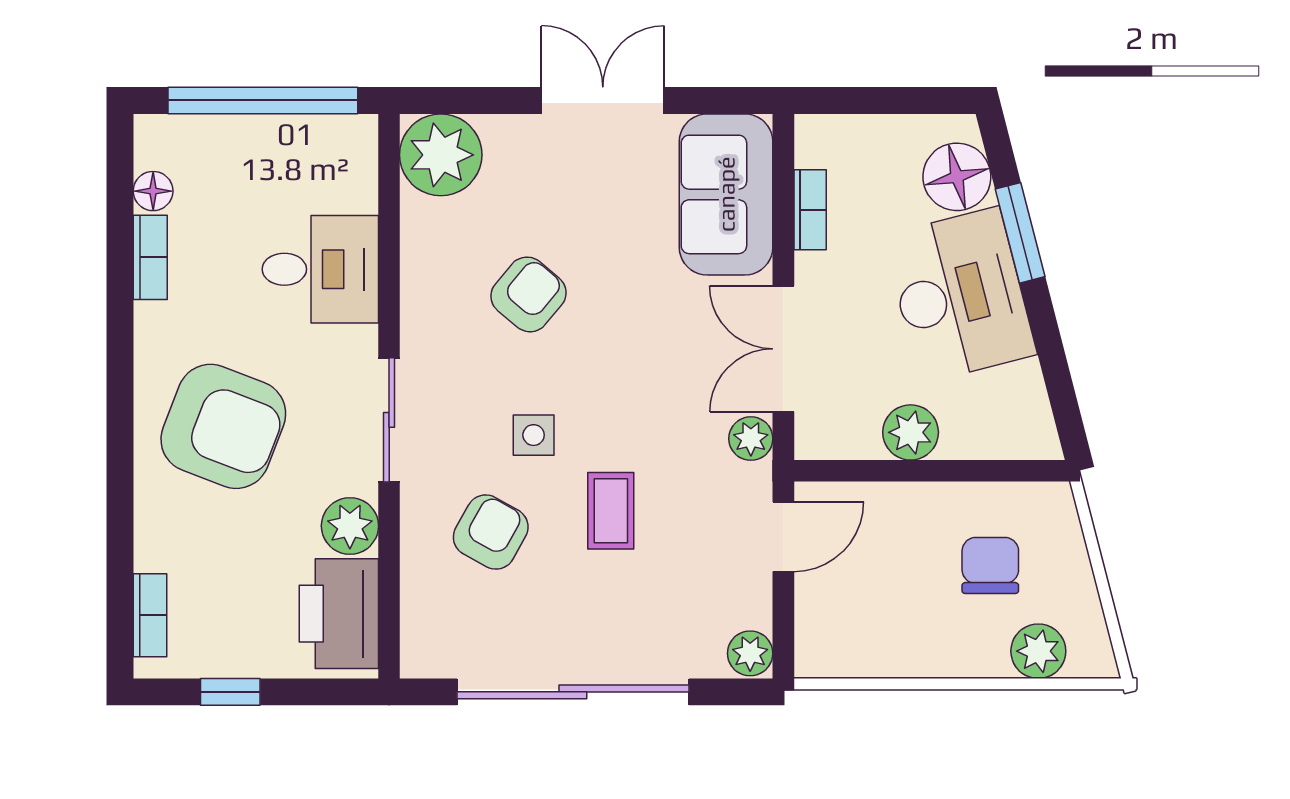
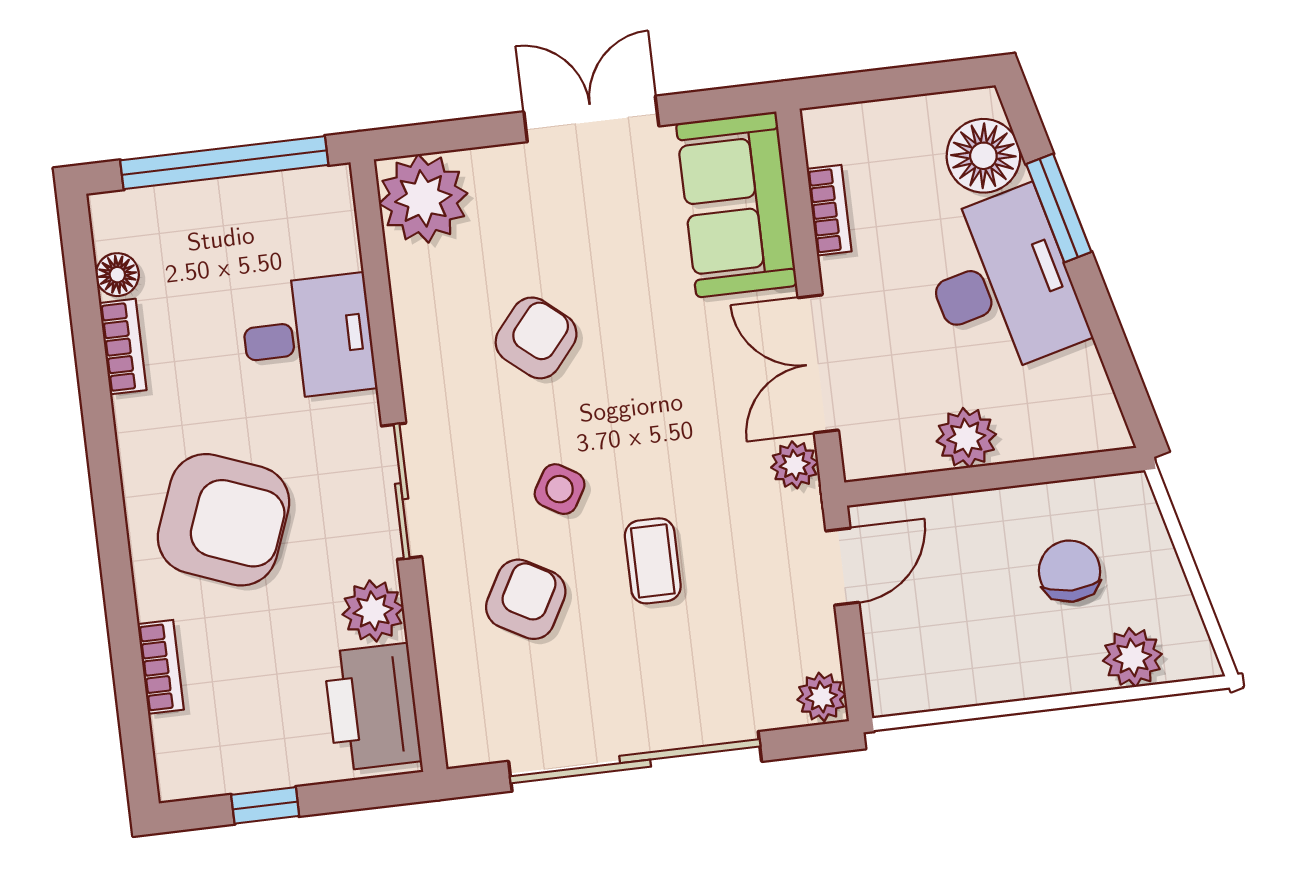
side table: (534, 435) -> (560, 489), turned 31
bookcase: (150, 615) -> (161, 667), moved

